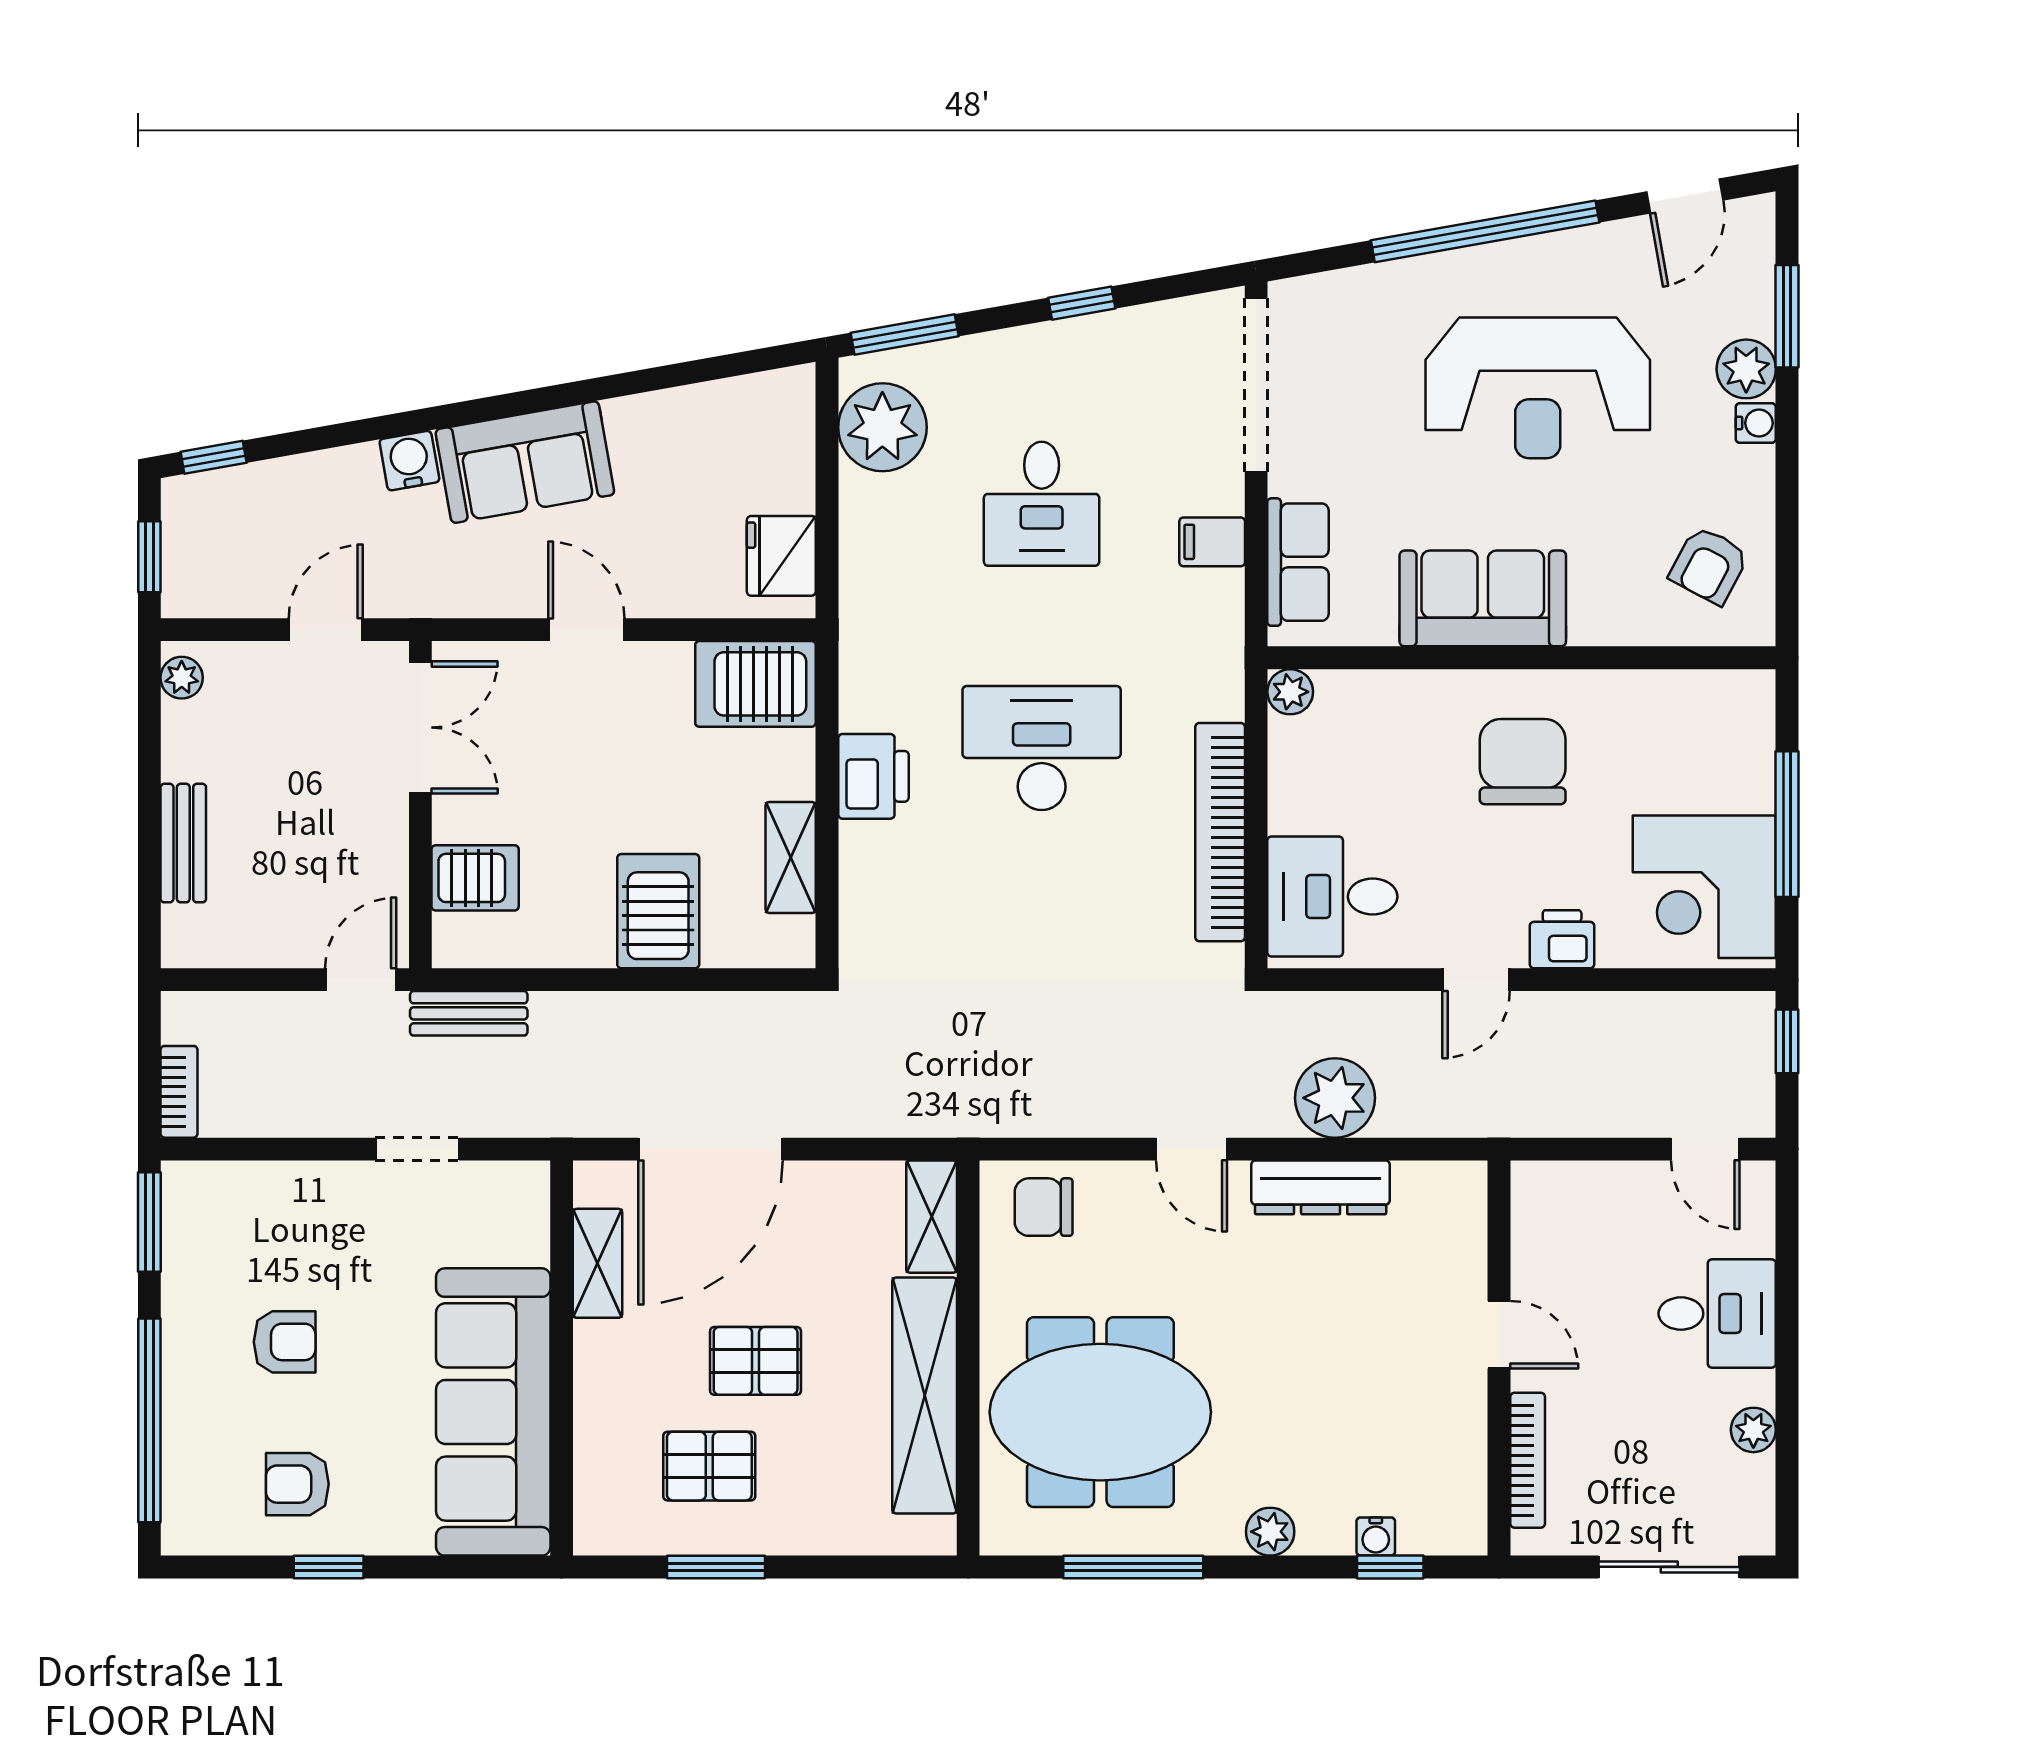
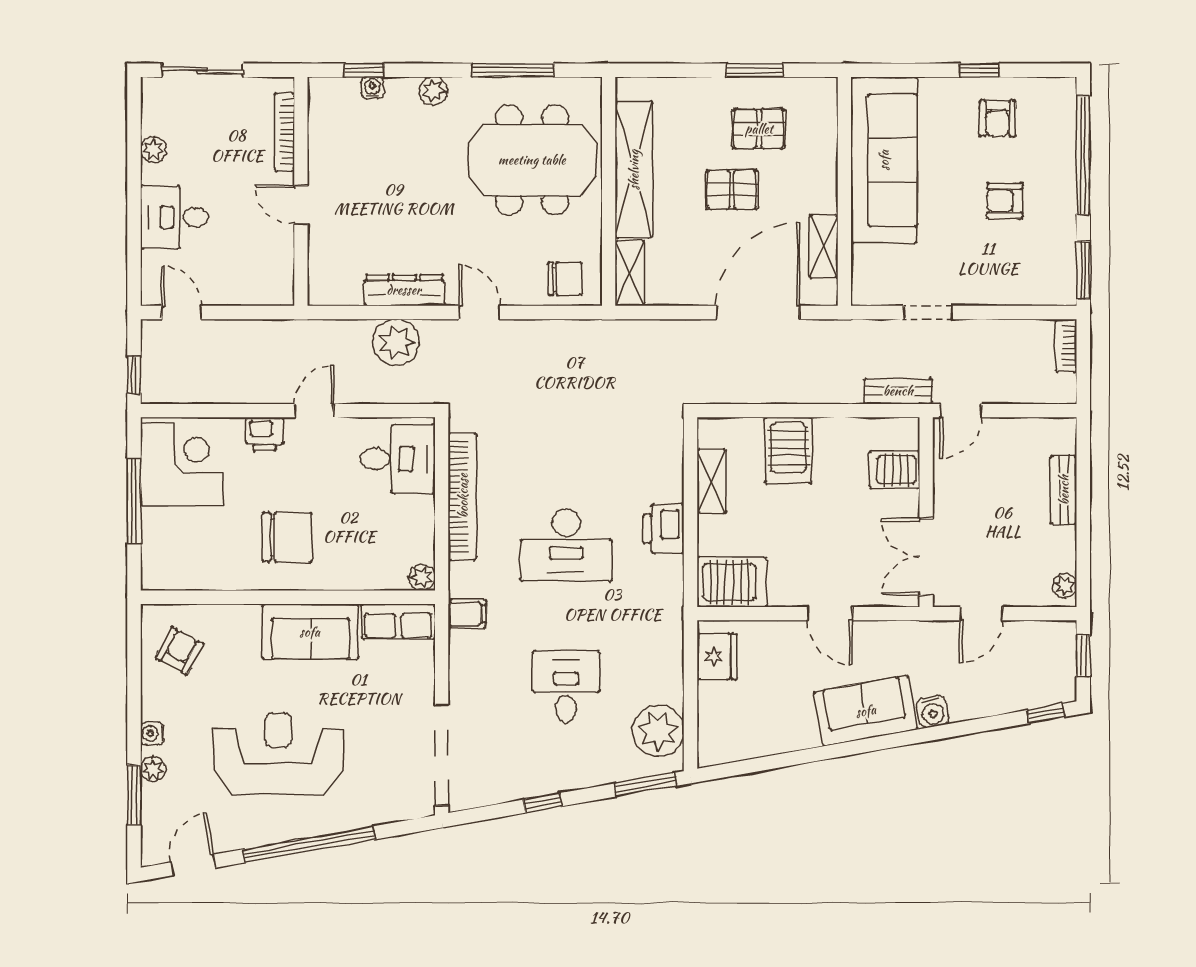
plant: (1746, 369) -> (153, 769), width x0.73, depth x0.73
filing cabinet: (1212, 542) -> (467, 614), moved
row of seats: (1298, 562) -> (398, 621), moved, turned -90
chair: (1523, 762) -> (287, 537), turned -90
armchair: (297, 1484) -> (998, 118), turned 90

